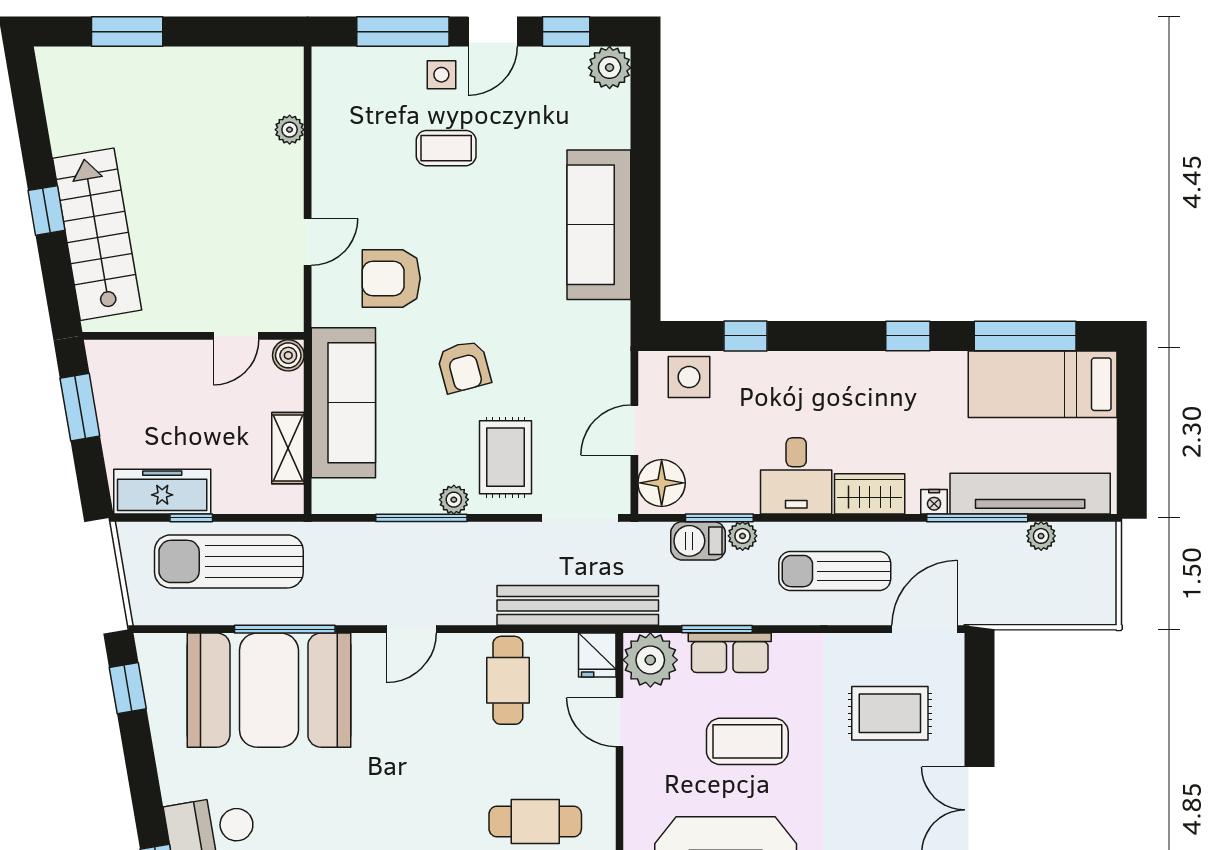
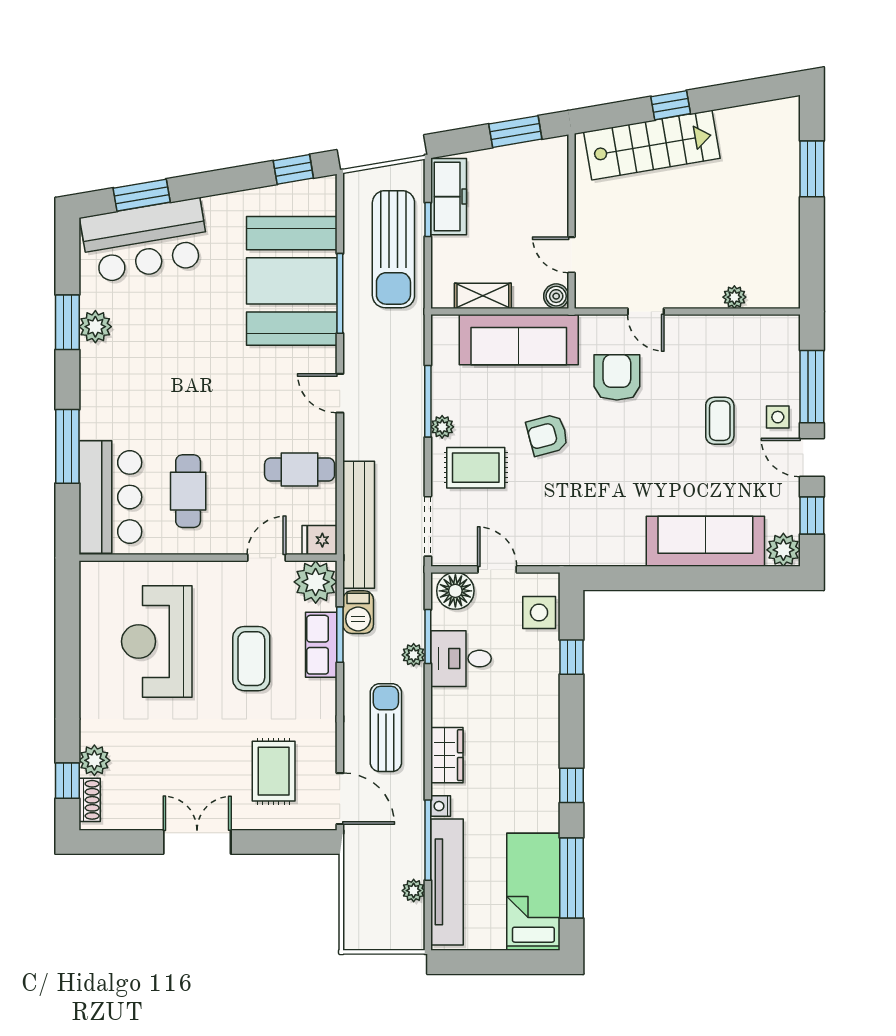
sofa: (599, 225) -> (705, 541), moved
desk: (796, 476) -> (461, 659), moved
barbecue: (698, 541) -> (358, 612), moved, turned 180
sun lounger: (229, 561) -> (393, 249), turned 180

